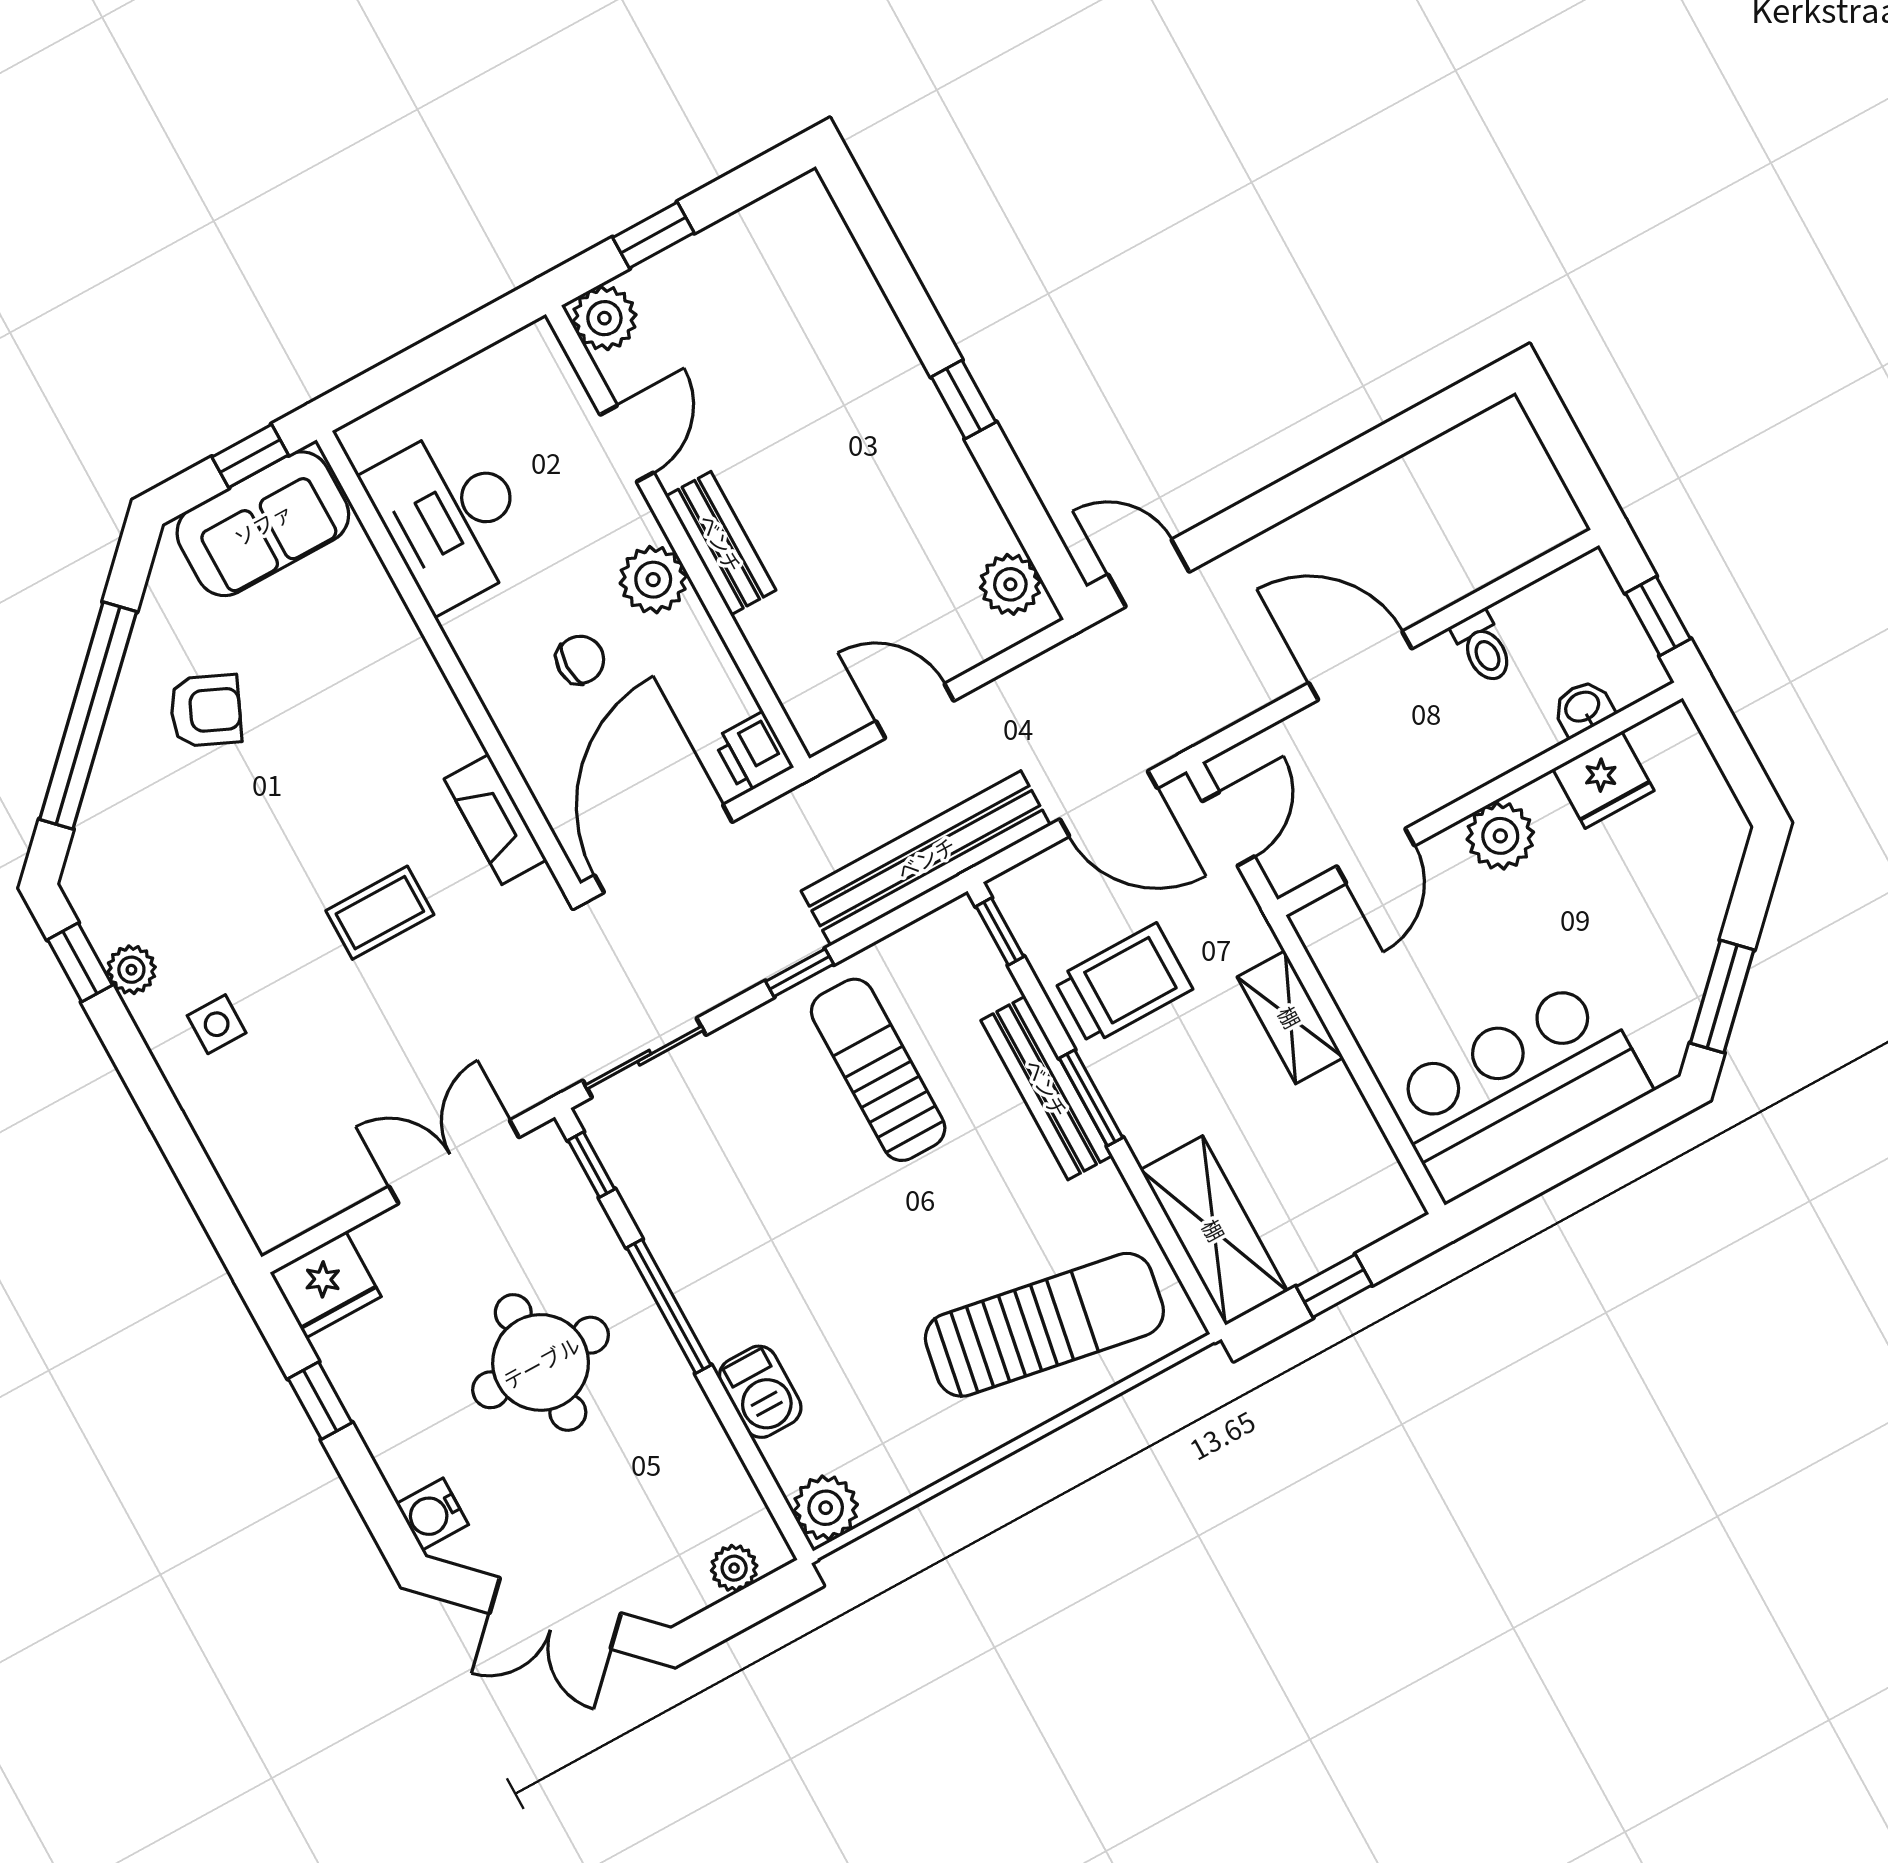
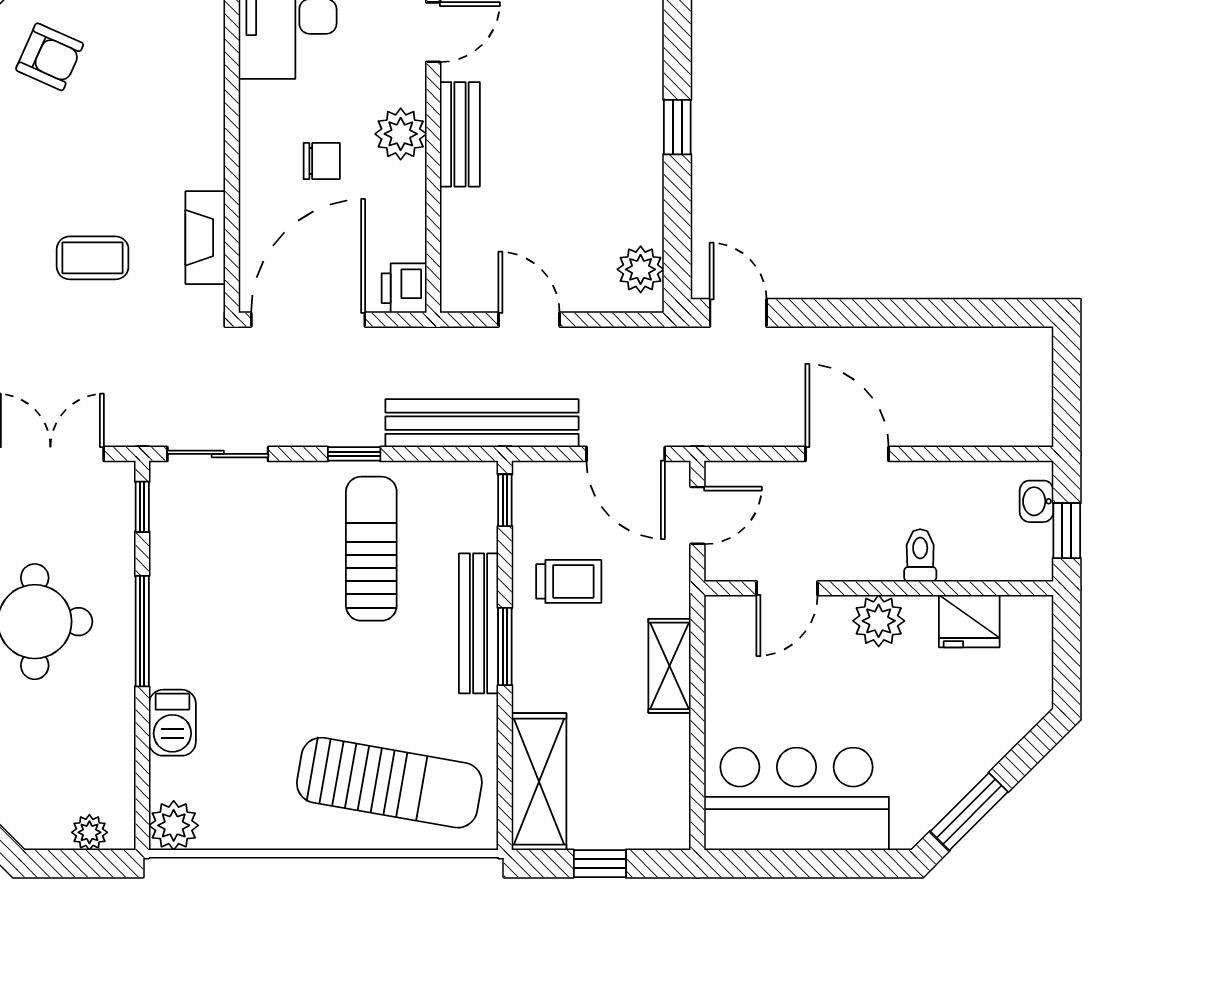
toilet: (1483, 647) -> (920, 555), moved, turned 180
washbasin: (1583, 708) -> (1037, 501), moved, turned -90
trolley: (1123, 984) -> (569, 581), width x0.73, depth x0.72

